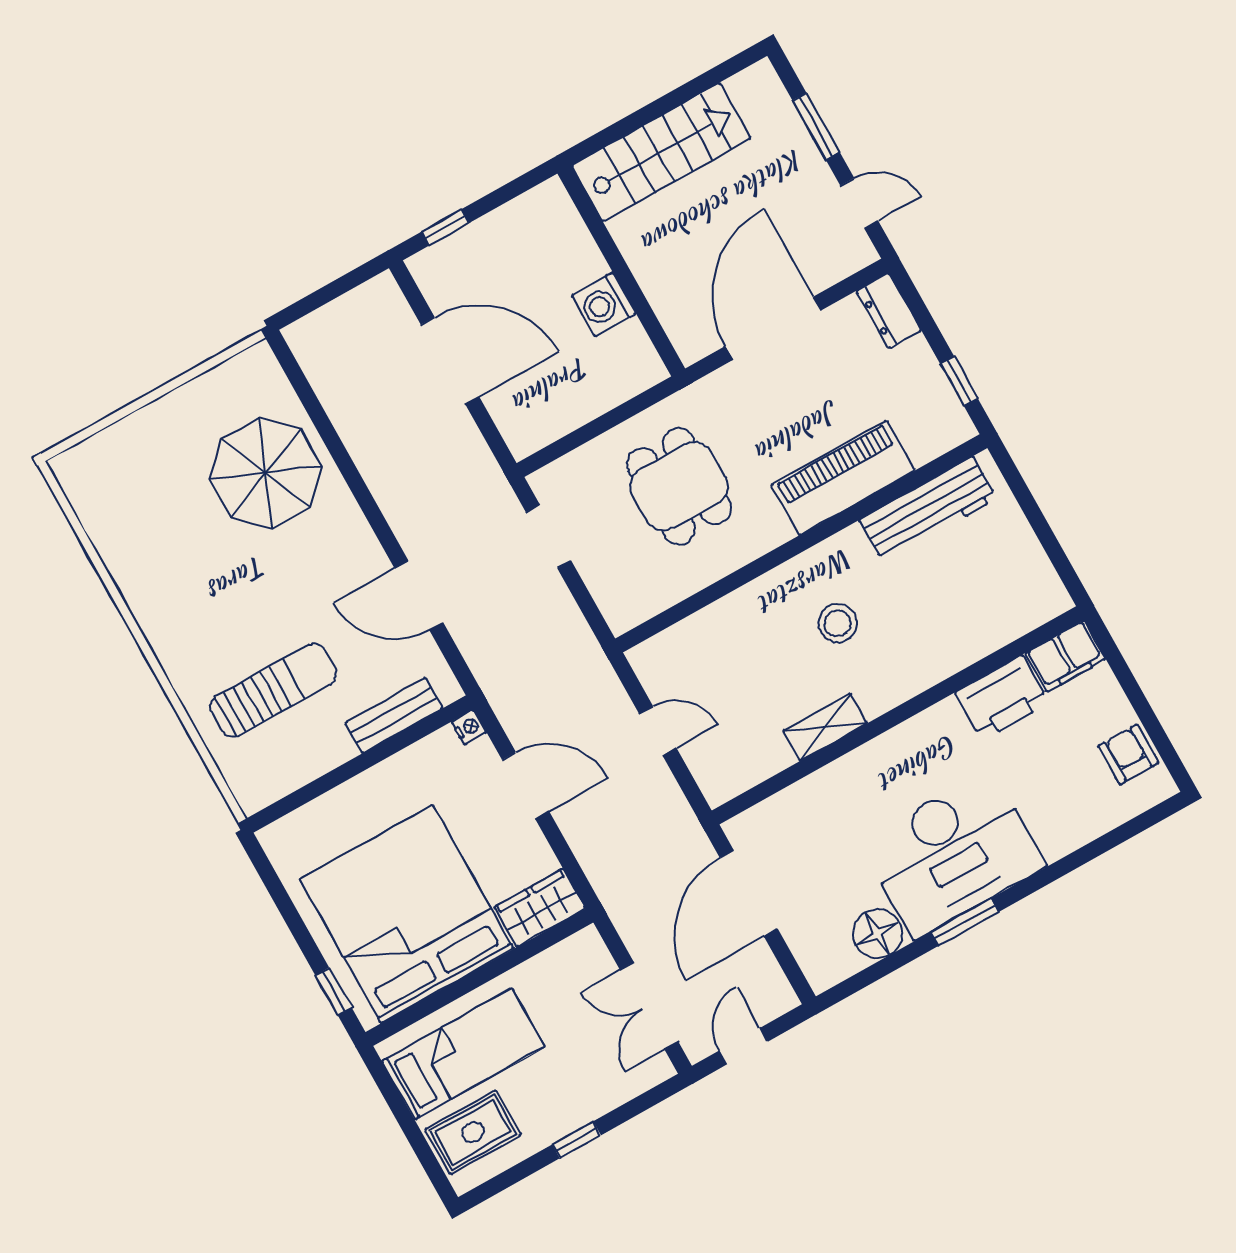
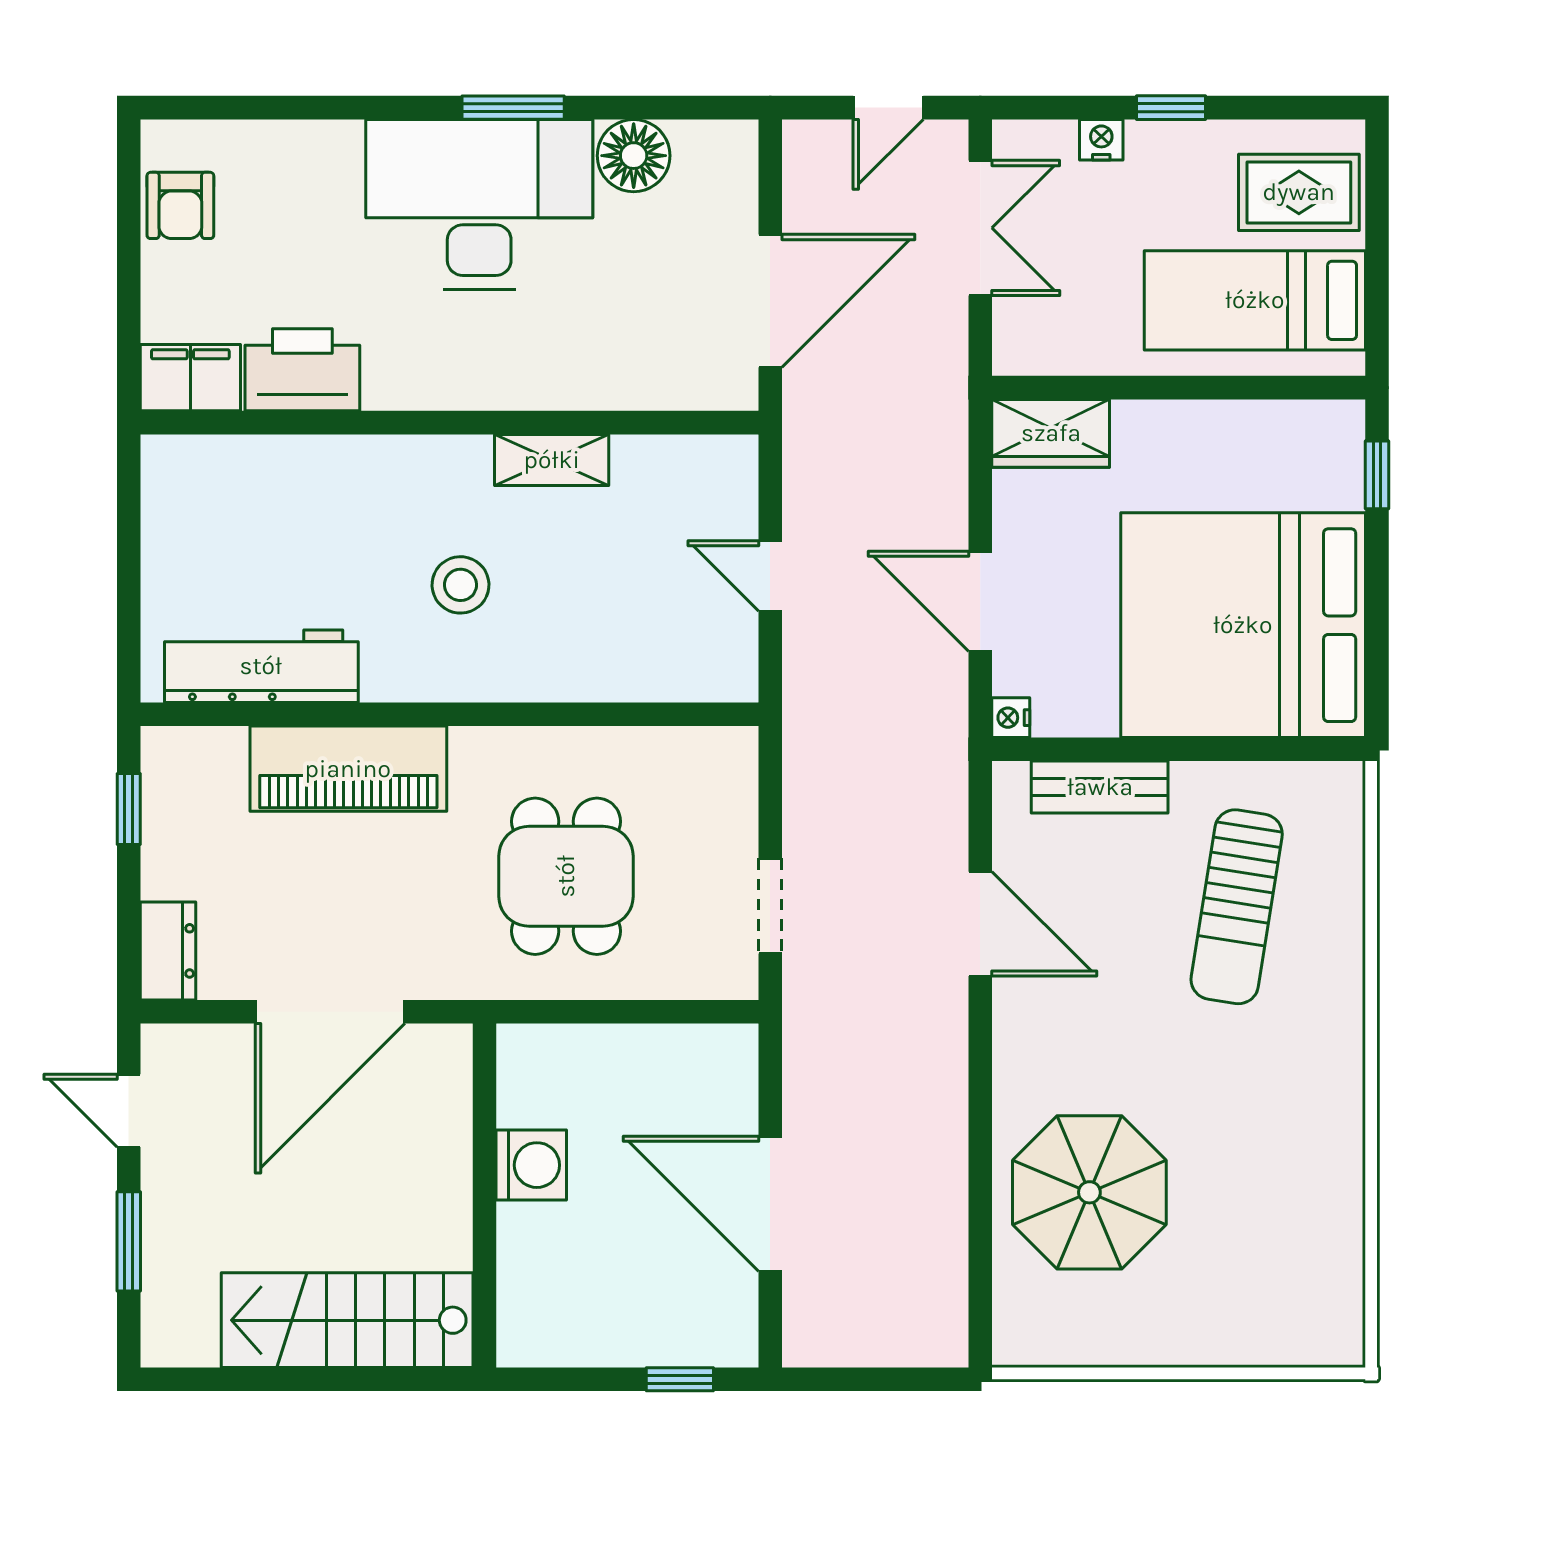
sun lounger: (273, 690) -> (1237, 907), turned -81
bed: (407, 914) -> (1243, 625), moved, turned 90
nightstand: (607, 1098) -> (1101, 140), added

